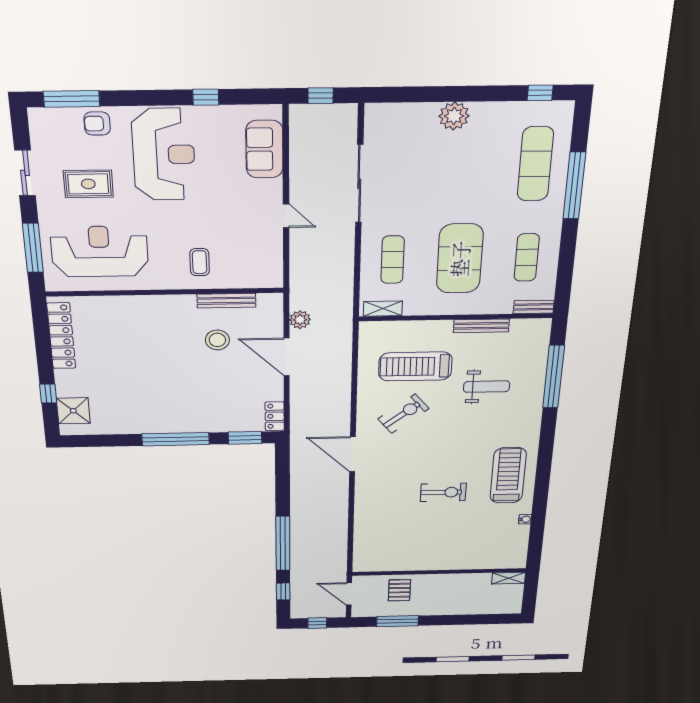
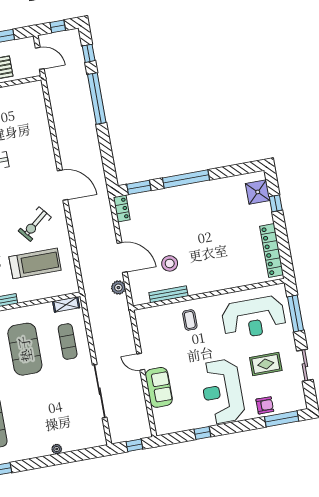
plant: (454, 116) -> (57, 449), width x0.53, depth x0.53
sofa: (264, 149) -> (159, 387), moved

